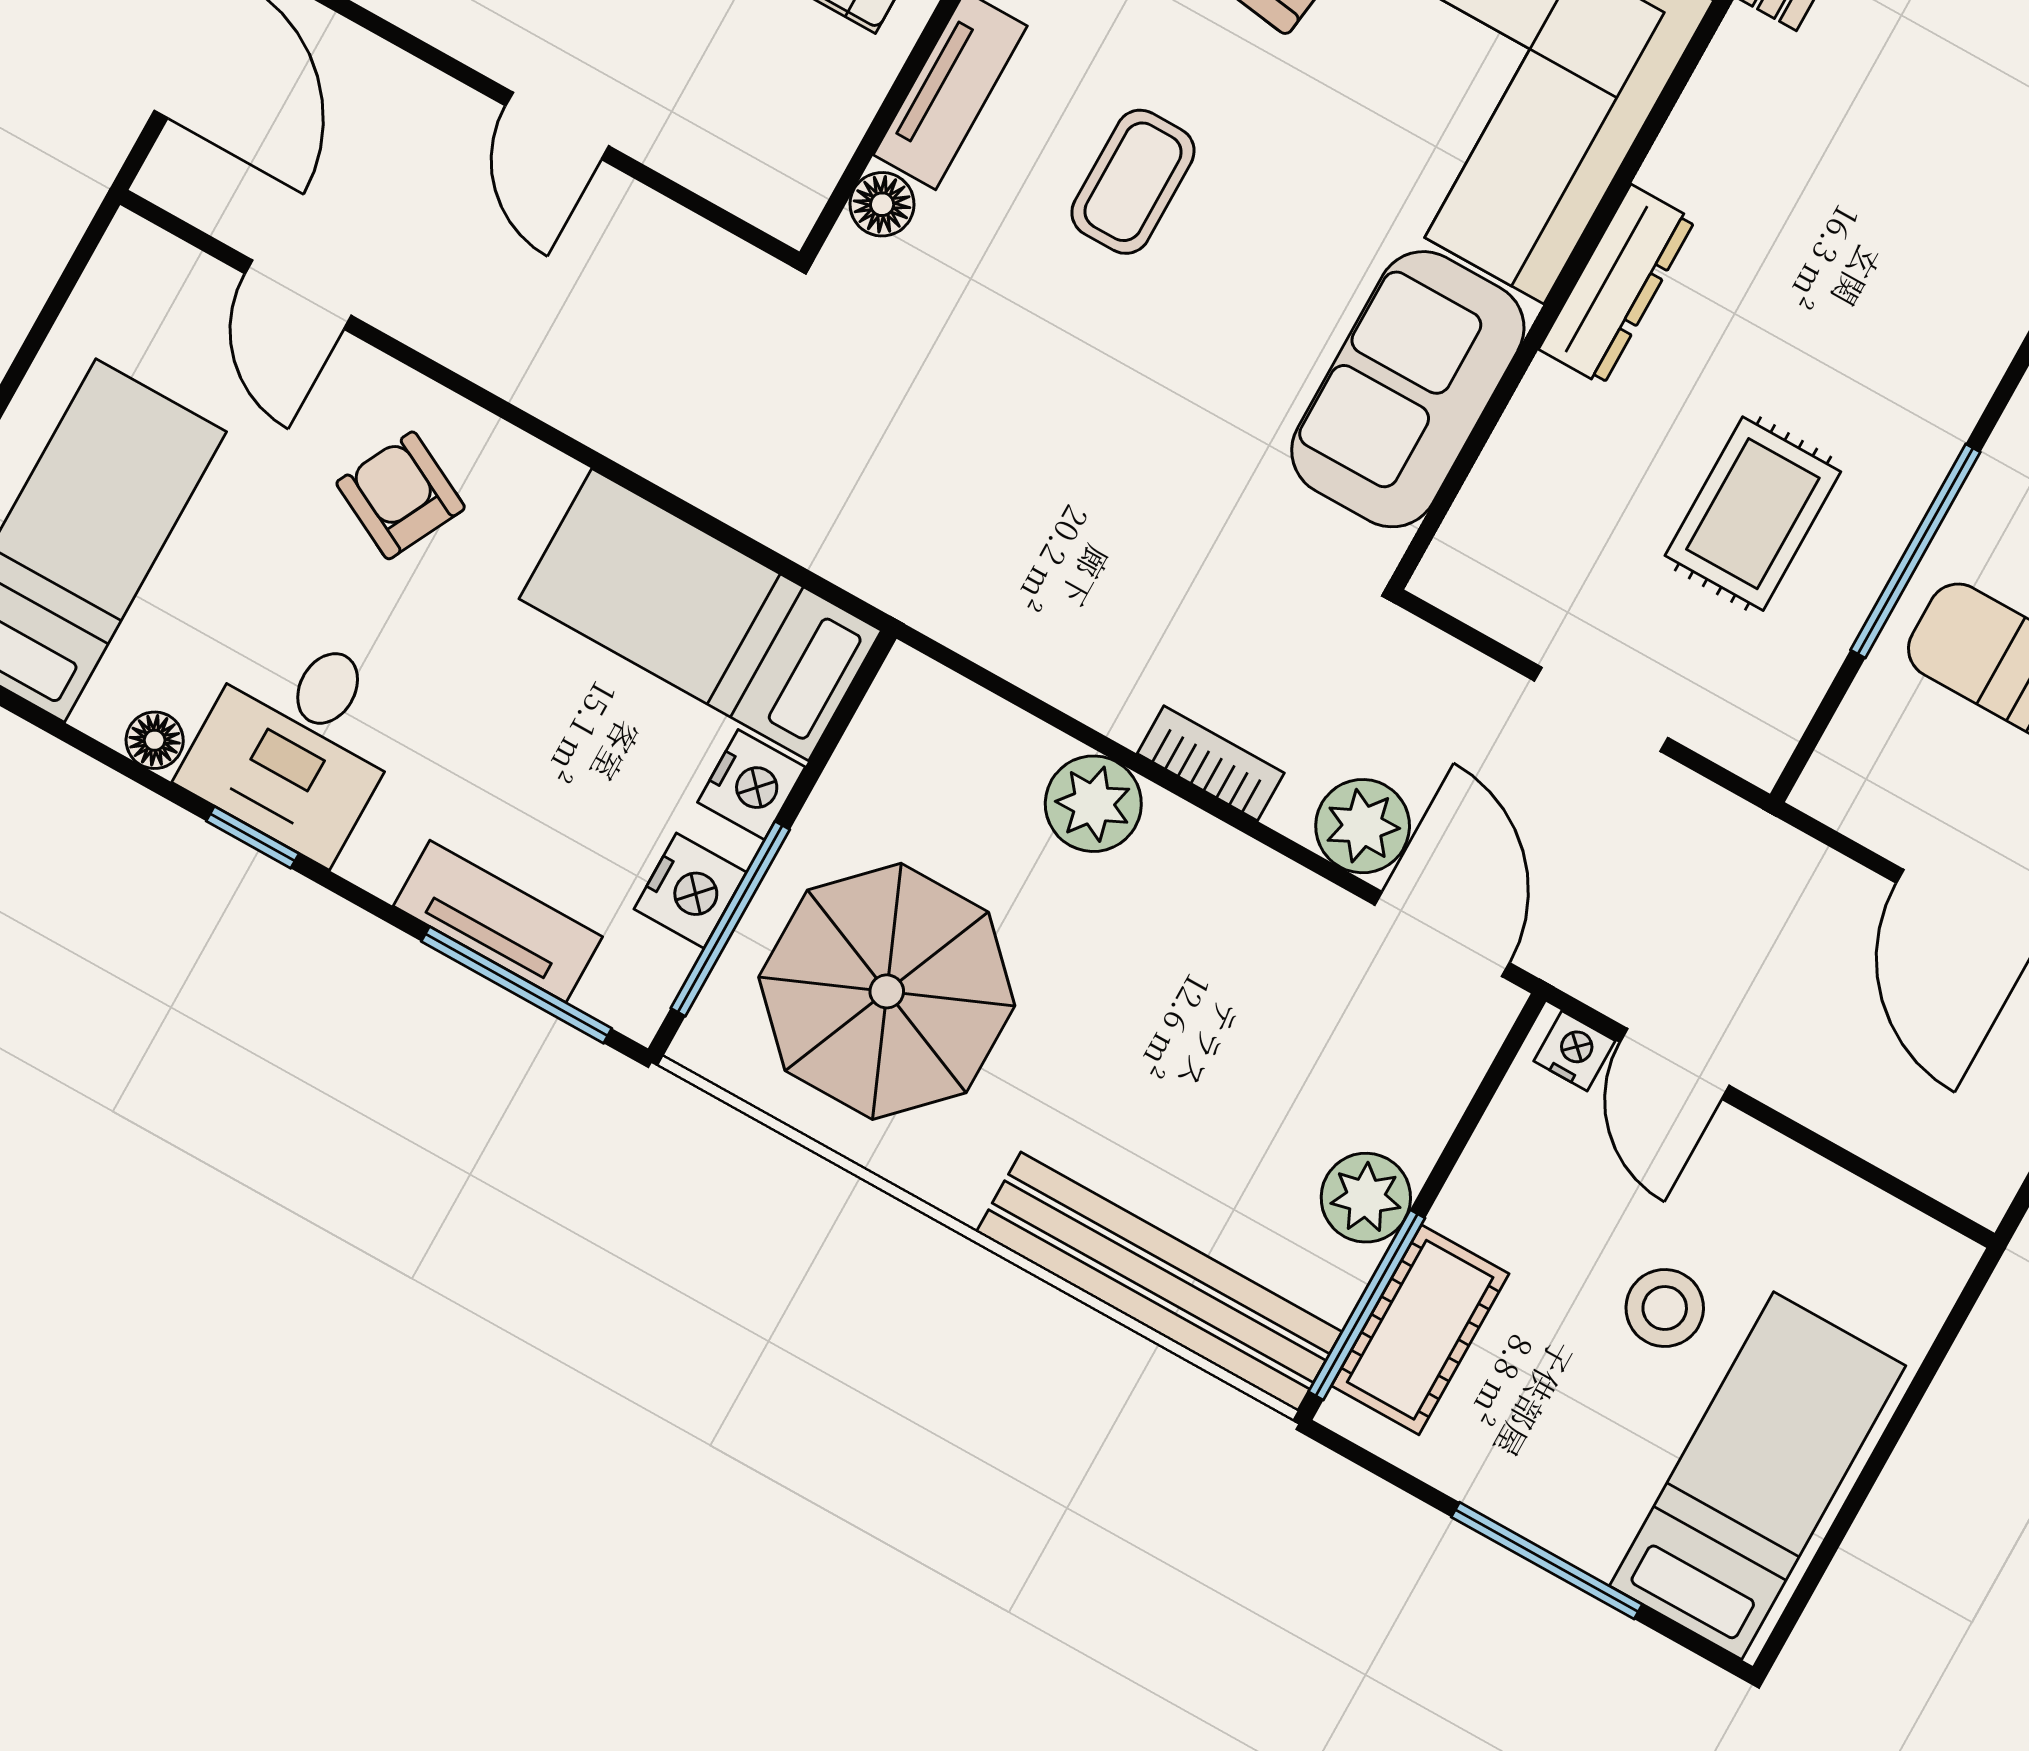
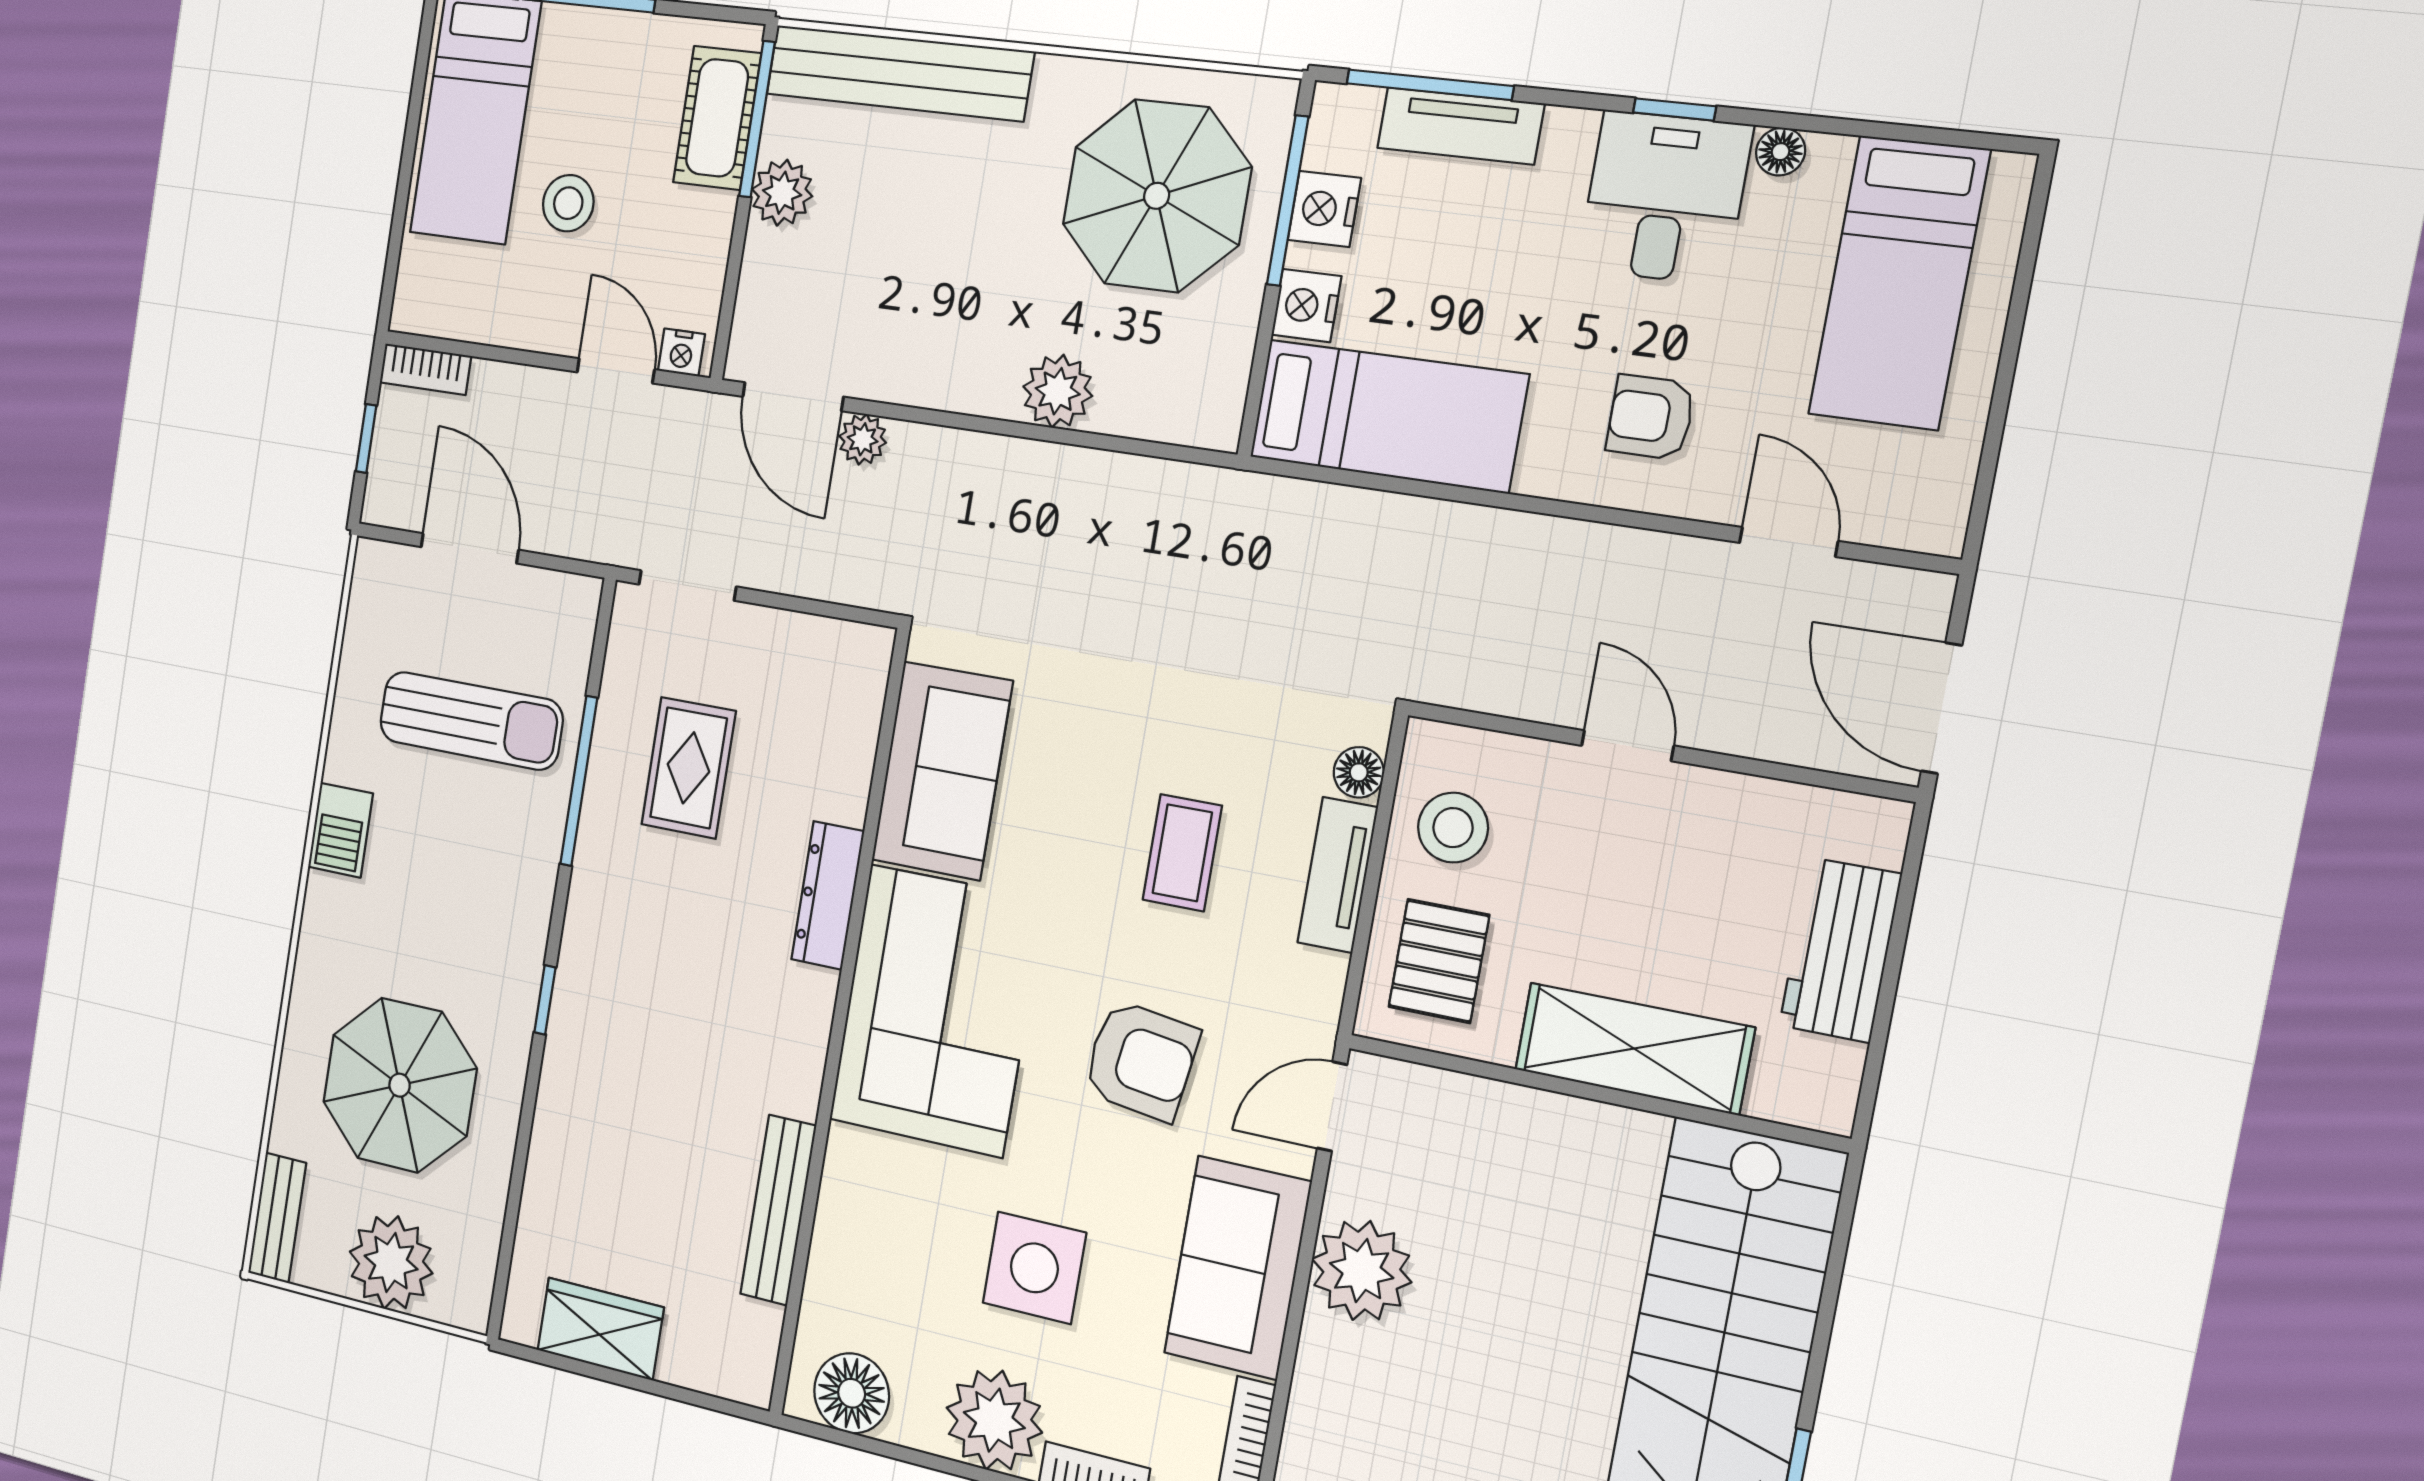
stool: (792, 100) -> (1453, 828), added
armchair: (401, 495) -> (1650, 417), turned 153
doorway: (1601, 709) -> (687, 585), moved
bookcase: (1211, 763) -> (425, 369), moved
plant: (1363, 826) -> (863, 439), width x0.73, depth x0.73

